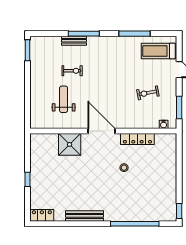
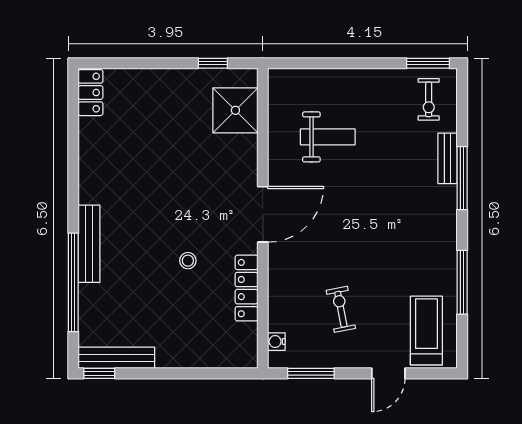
exercise bike: (72, 71) -> (429, 99), moved
shower: (70, 144) -> (235, 110), moved
window: (28, 179) -> (213, 63), moved
bench: (172, 203) -> (116, 358), added
bench: (84, 216) -> (89, 244), moved

